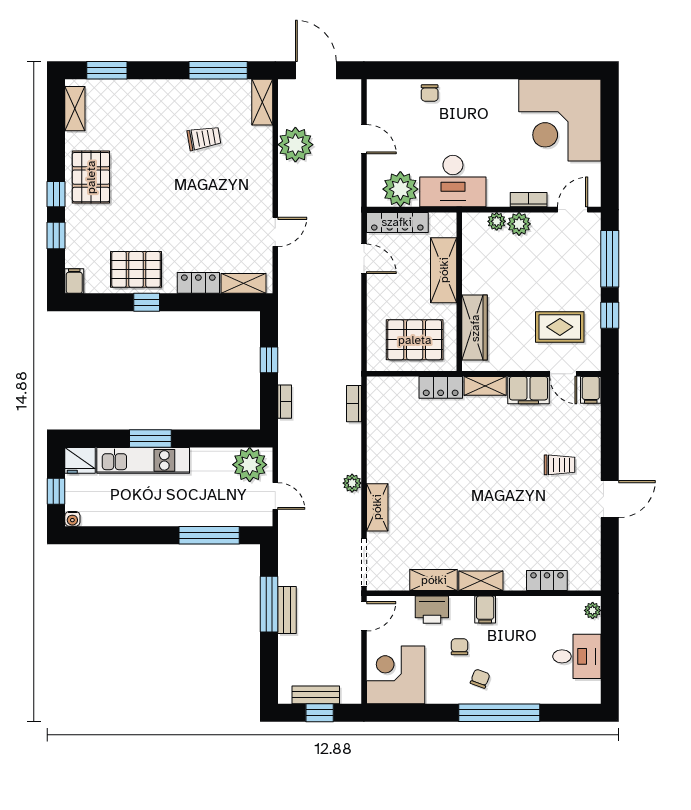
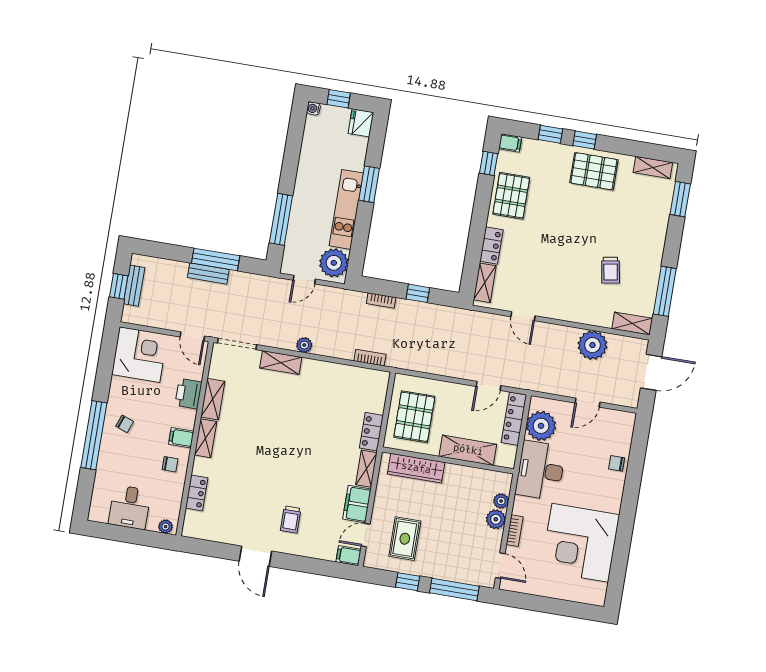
corner desk: (560, 120) -> (580, 543), moved, turned -90
window: (147, 302) -> (489, 163), moved
kitchen unit: (143, 460) -> (346, 209), moved
chair: (459, 647) -> (170, 464), moved

